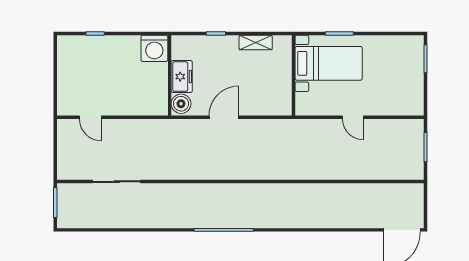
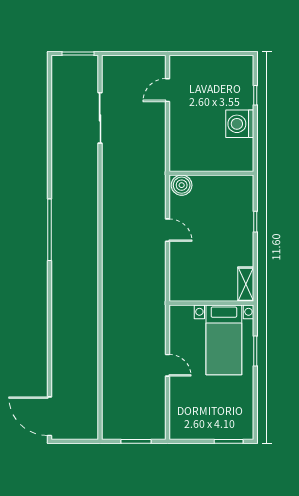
shelving: (256, 43) -> (246, 284), moved
washing machine: (154, 48) -> (240, 124), moved
freezer: (182, 77) -> (210, 186), removed
door: (224, 117) -> (167, 230), width x0.73
door: (353, 117) -> (167, 365), swing flipped

